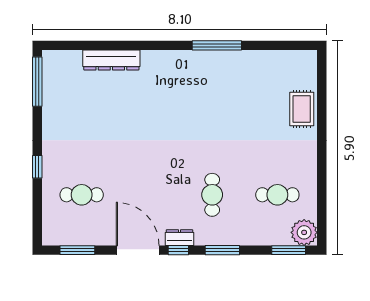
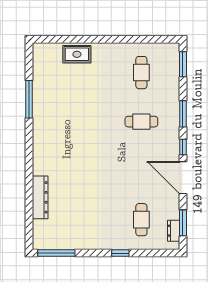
window: (217, 45) -> (29, 99), moved
plant: (304, 232) -> (170, 52), removed
dresser: (179, 238) -> (174, 231), moved
door: (138, 250) -> (183, 178), hinge flipped

